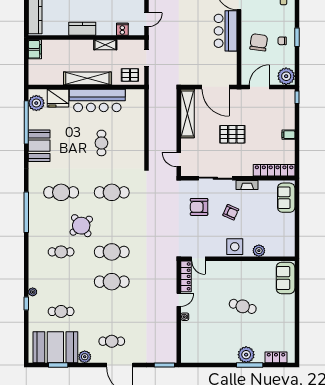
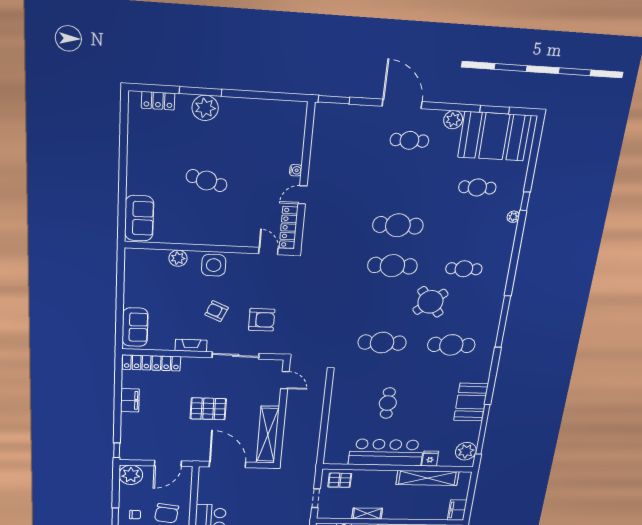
shelving: (87, 78) -> (427, 478), moved
fridge: (58, 98) -> (430, 459), width x0.53, depth x0.75
filing cabinet: (288, 135) -> (130, 400), width x2.00

